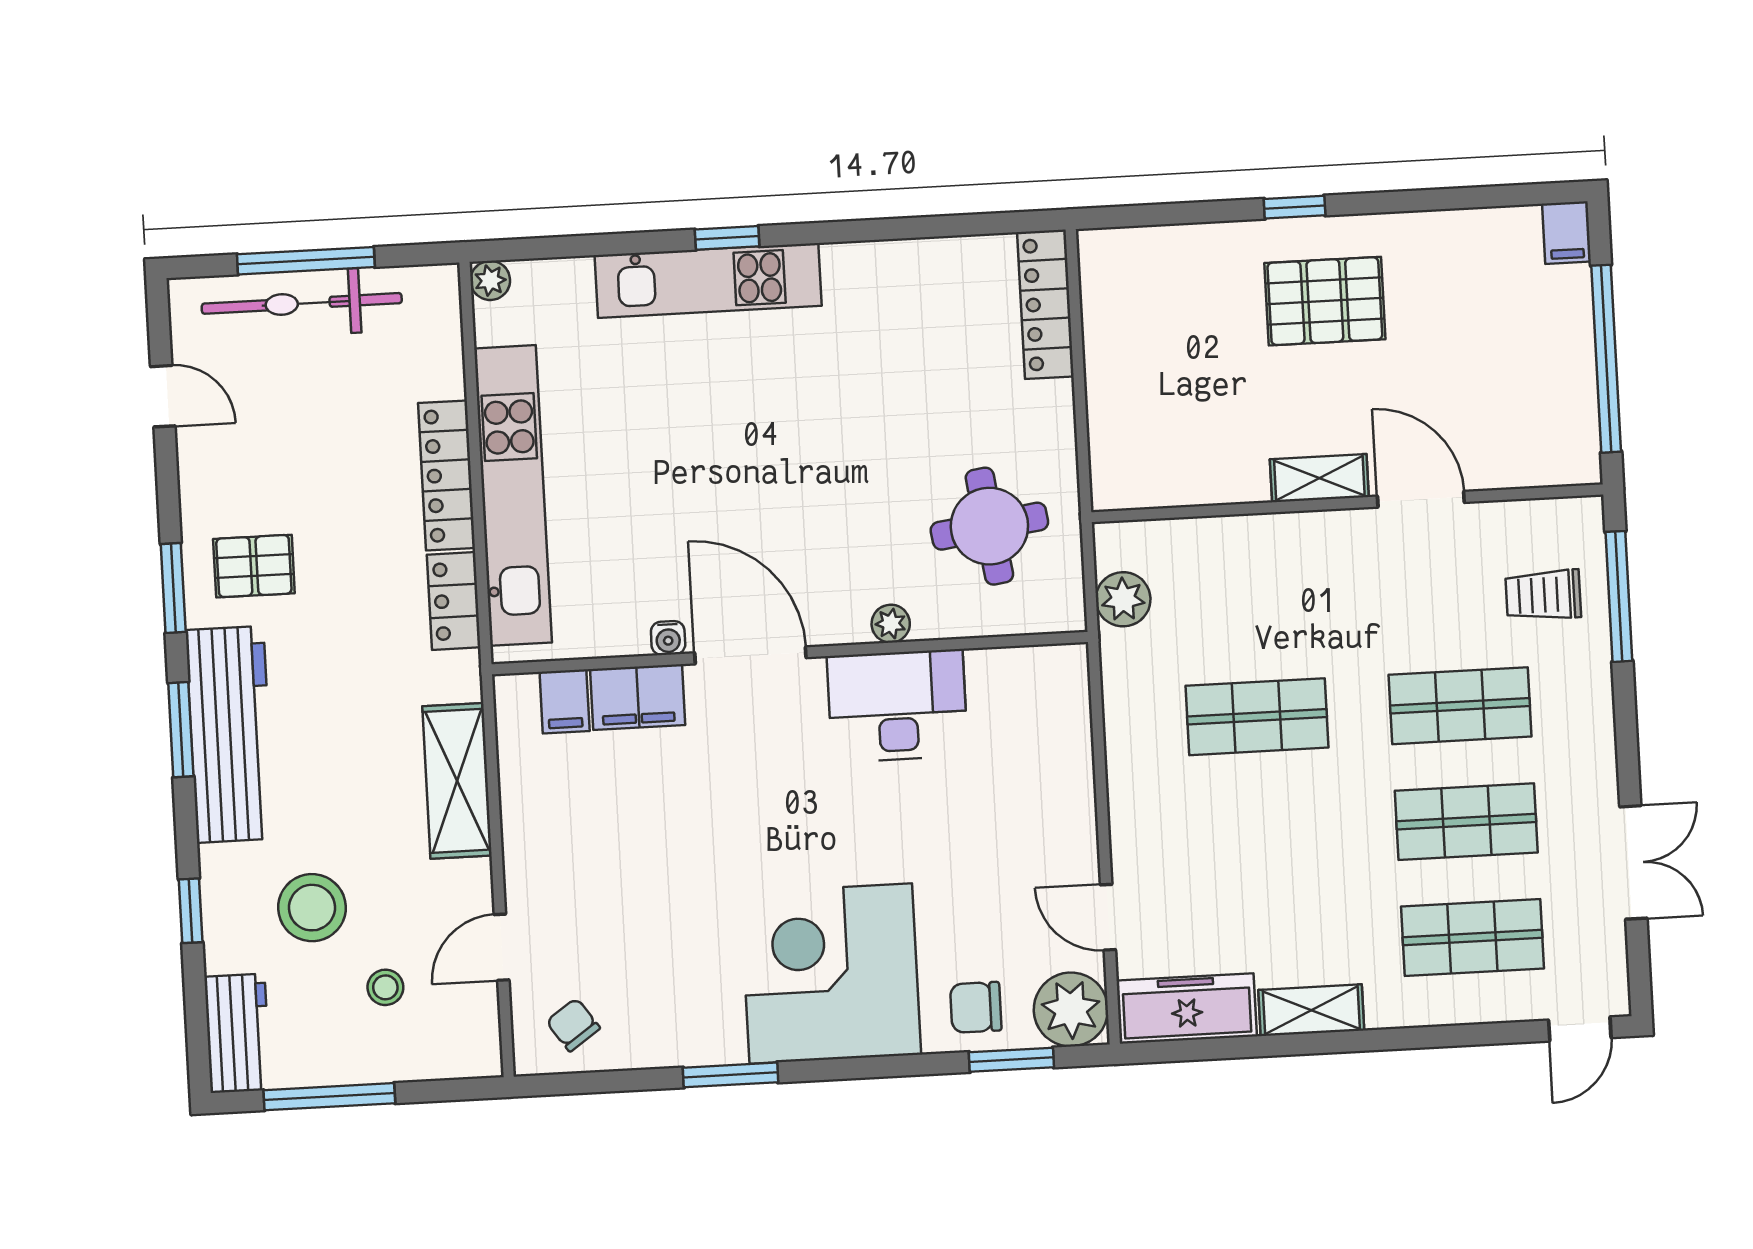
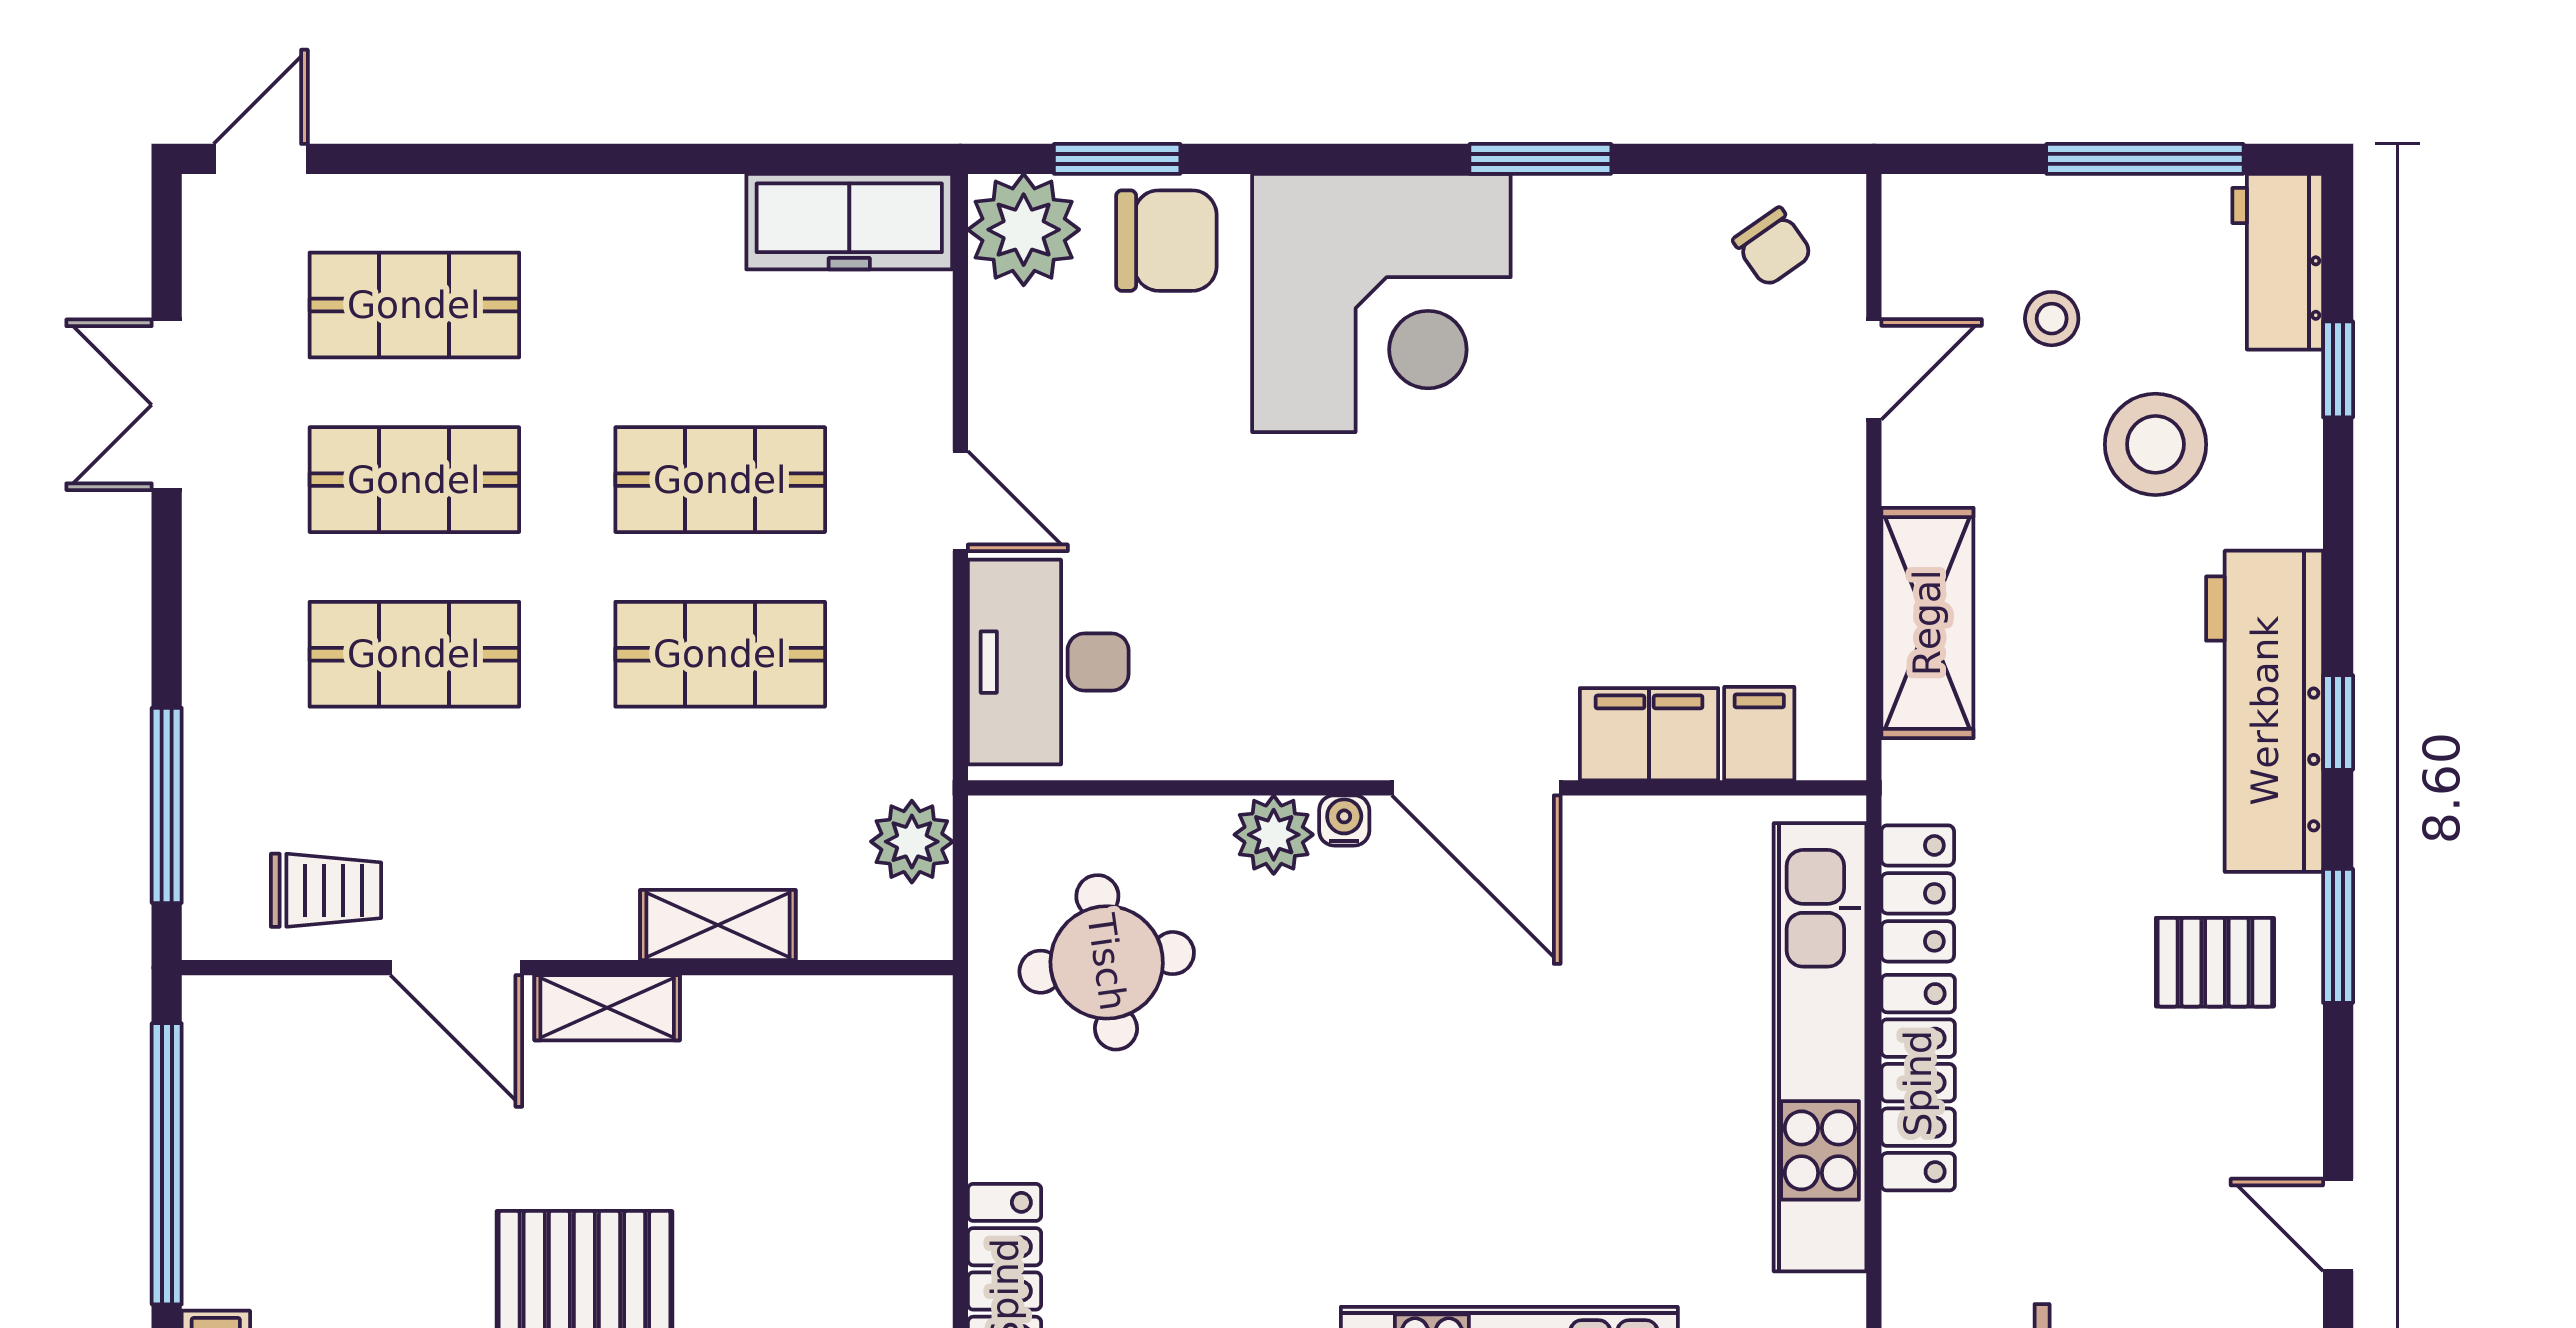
trolley: (1543, 595) -> (326, 890), moved
plant: (891, 624) -> (1274, 835), width x1.38, depth x1.38
water cooler: (668, 638) -> (1344, 820), moved
desk: (897, 706) -> (1048, 662), moved, turned 90
window: (181, 730) -> (2338, 722), width x0.67
shop shelf: (1263, 833) -> (720, 480), added
window: (191, 911) -> (2338, 369), moved
door: (1108, 917) -> (960, 501), moved
chair: (976, 1007) -> (1166, 241), width x1.37, depth x1.37
shelving: (1311, 1010) -> (718, 925), moved

